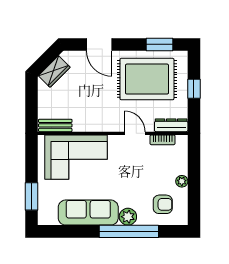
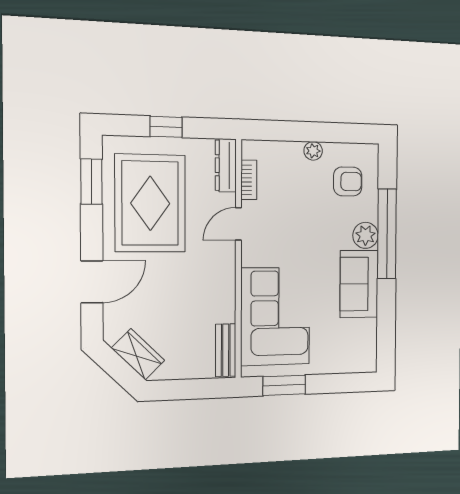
window: (31, 196) -> (284, 385), moved
armchair: (163, 204) -> (348, 181), turned 90
sofa: (88, 213) -> (359, 284), width x0.73

